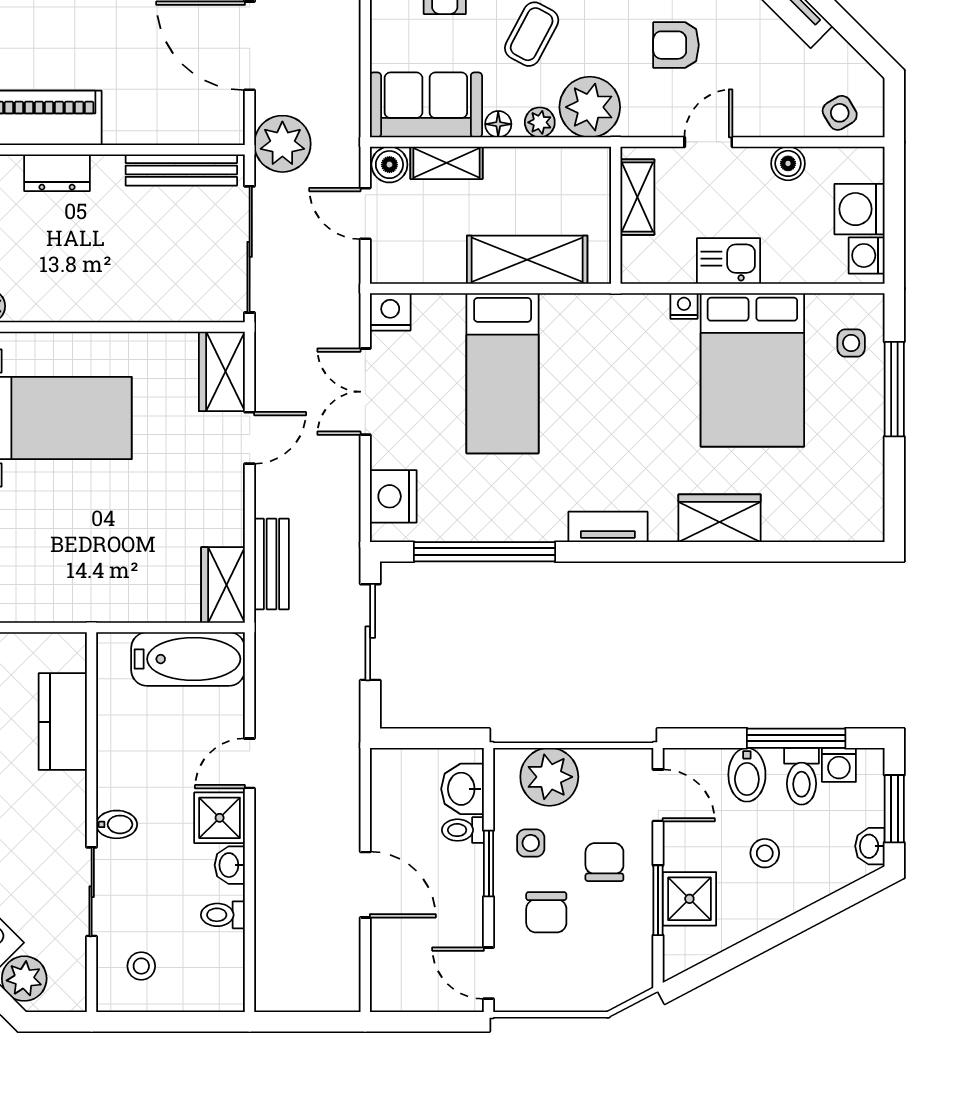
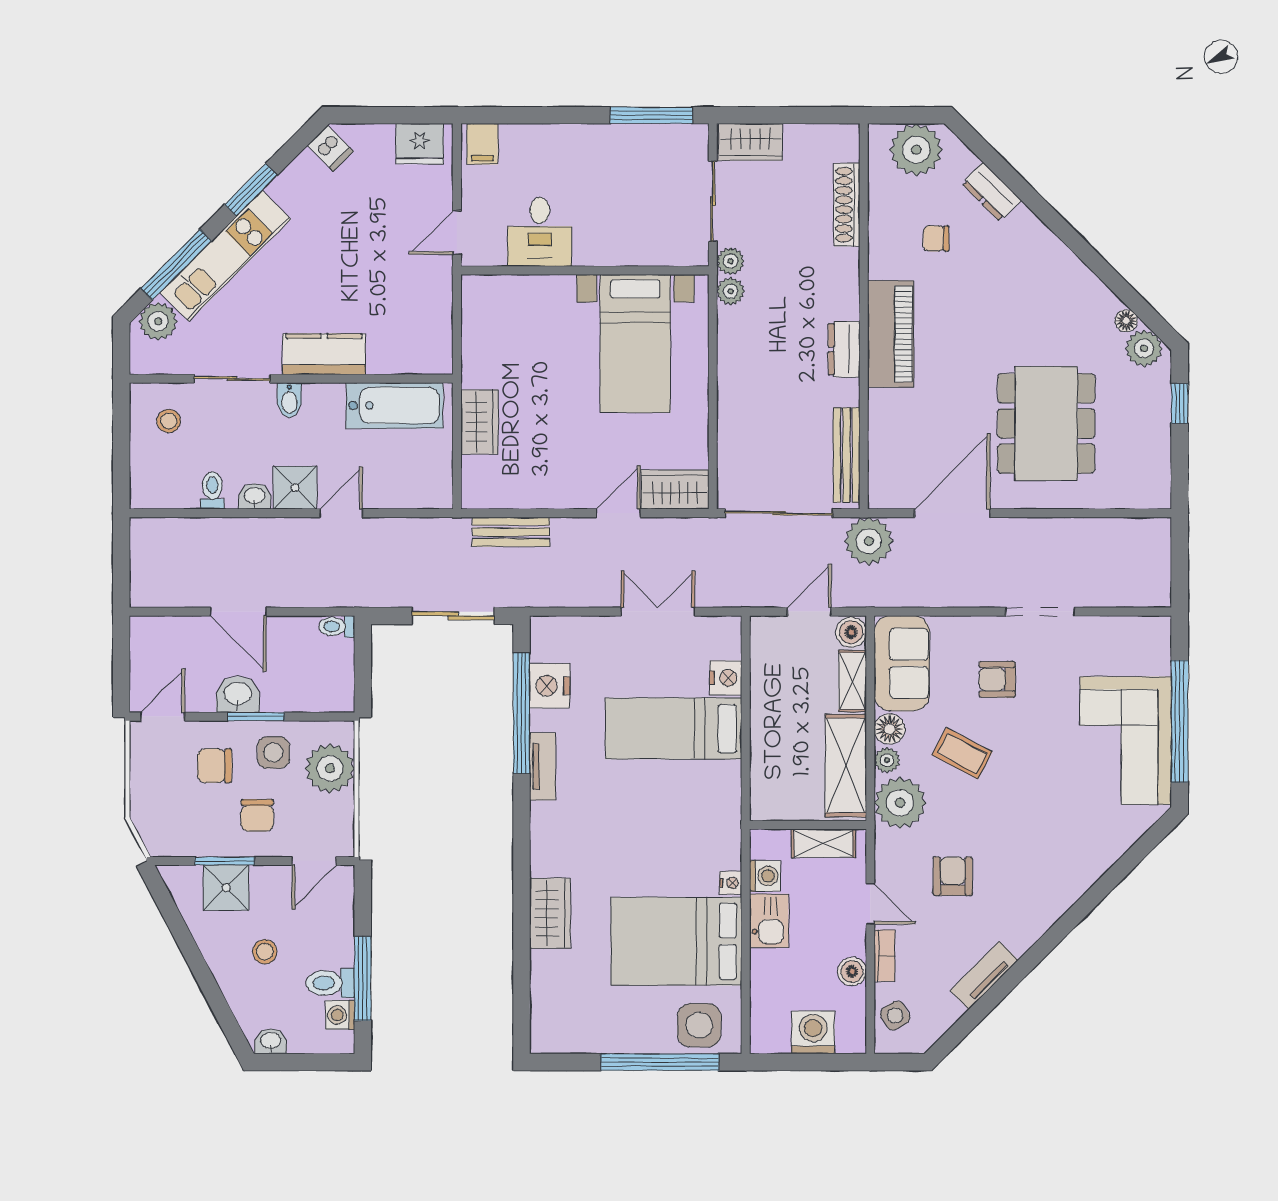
floor lamp: (498, 124) -> (890, 729), width x1.37, depth x1.37
bookcase: (769, 125) -> (885, 956), added
washing machine: (867, 255) -> (765, 876), moved, turned 90
shelving: (527, 260) -> (846, 765), moved
nightstand: (390, 312) -> (726, 678), moved
side table: (851, 343) -> (699, 1025), width x1.87, depth x1.87
window: (894, 389) -> (660, 1062), width x1.46
door: (250, 438) -> (618, 513), swing flipped
nightstand: (393, 496) -> (550, 686), moved, turned -90
tv unit: (608, 527) -> (543, 766), moved
wardrobe: (223, 585) -> (480, 422), moved, turned 90
bathtub: (188, 659) -> (395, 405), moved, turned -90
kitchen counter: (63, 722) -> (324, 354), moved
door: (250, 763) -> (341, 513), hinge flipped
bidet: (747, 775) -> (332, 937), removed
washbasin: (463, 789) -> (238, 694), moved
window: (894, 809) -> (303, 1062), removed
toilet: (463, 830) -> (337, 626), moved, turned -90
side table: (531, 843) -> (273, 752), width x1.37, depth x1.37
chair: (604, 862) -> (257, 815), turned 90
door: (365, 885) -> (238, 612), hinge flipped

